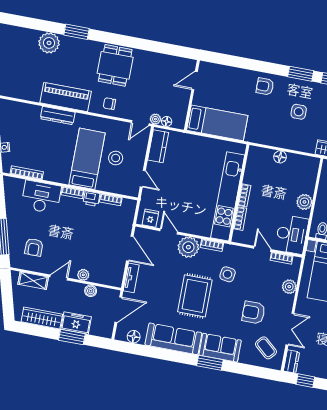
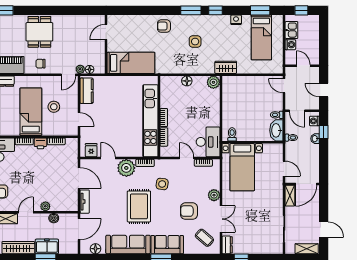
plant: (304, 202) -> (213, 82), moved
plant: (289, 287) -> (214, 195), moved

